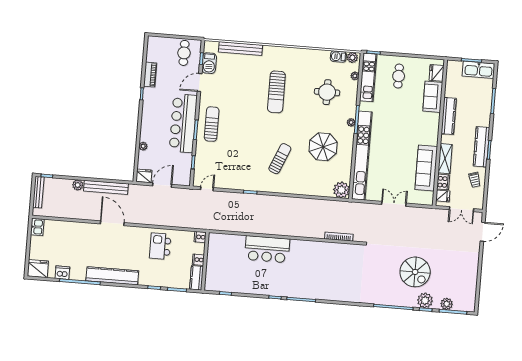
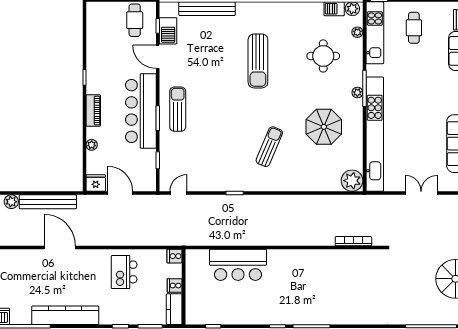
piano: (150, 75) -> (93, 111), moved
door: (200, 82) -> (158, 57), hinge flipped
door: (162, 185) -> (120, 193), hinge flipped
bar counter: (267, 249) -> (238, 265), moved

